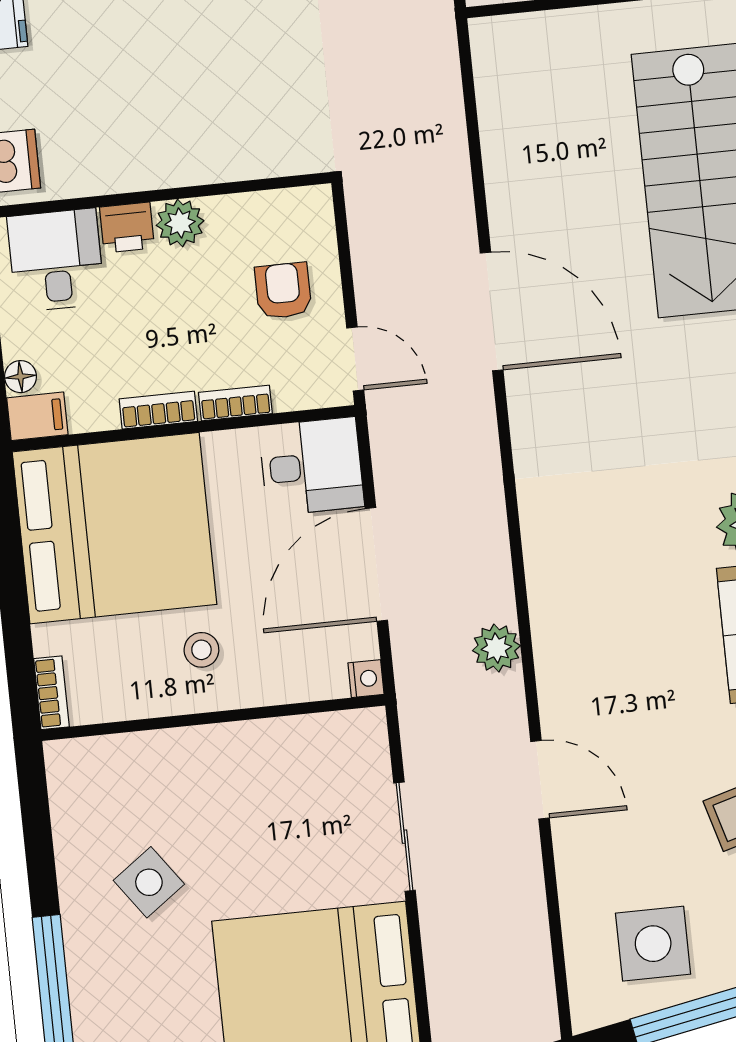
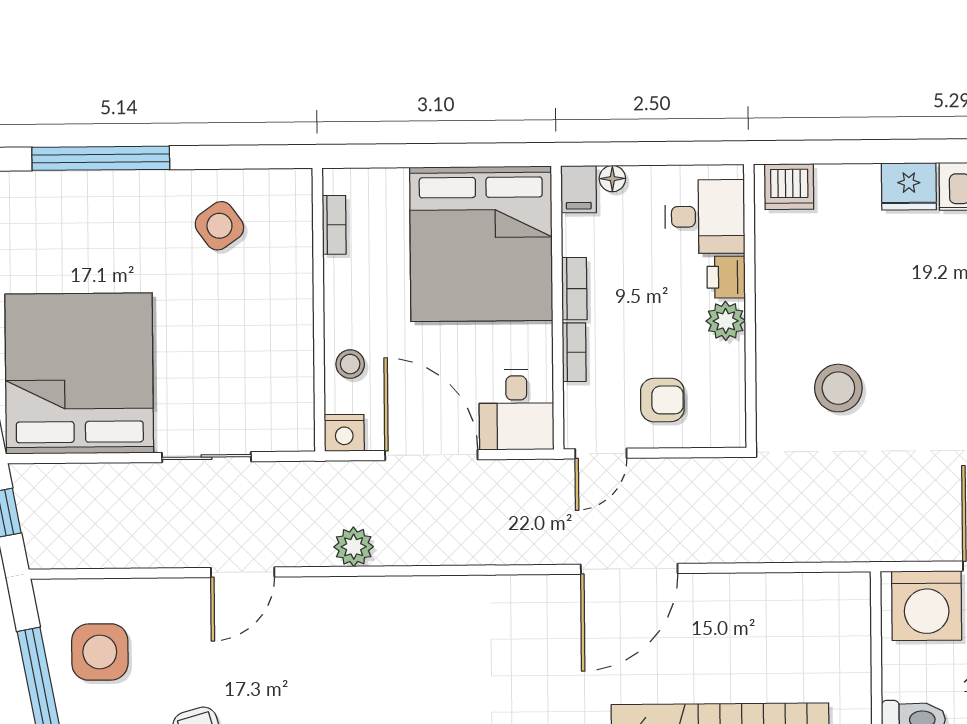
stool: (249, 79) -> (838, 388), added
stool: (201, 650) -> (350, 364), moved
nightstand: (366, 679) -> (344, 433), width x1.39, depth x1.35
bookcase: (51, 693) -> (334, 225), moved, turned -90
side table: (149, 882) -> (219, 226), moved

